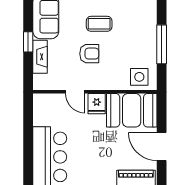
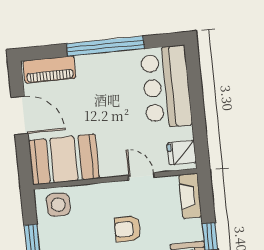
fireplace: (40, 57) -> (190, 196), moved
fridge: (97, 104) -> (182, 153), moved, turned -90

